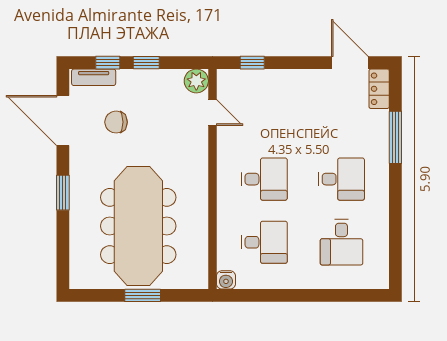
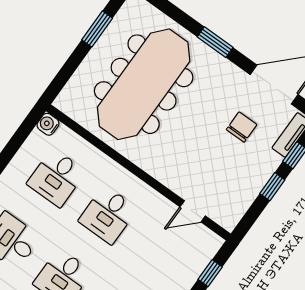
plant: (196, 81) -> (228, 217), removed
meeting table: (138, 226) -> (144, 84), turned 90
window: (143, 295) -> (97, 29), moved

